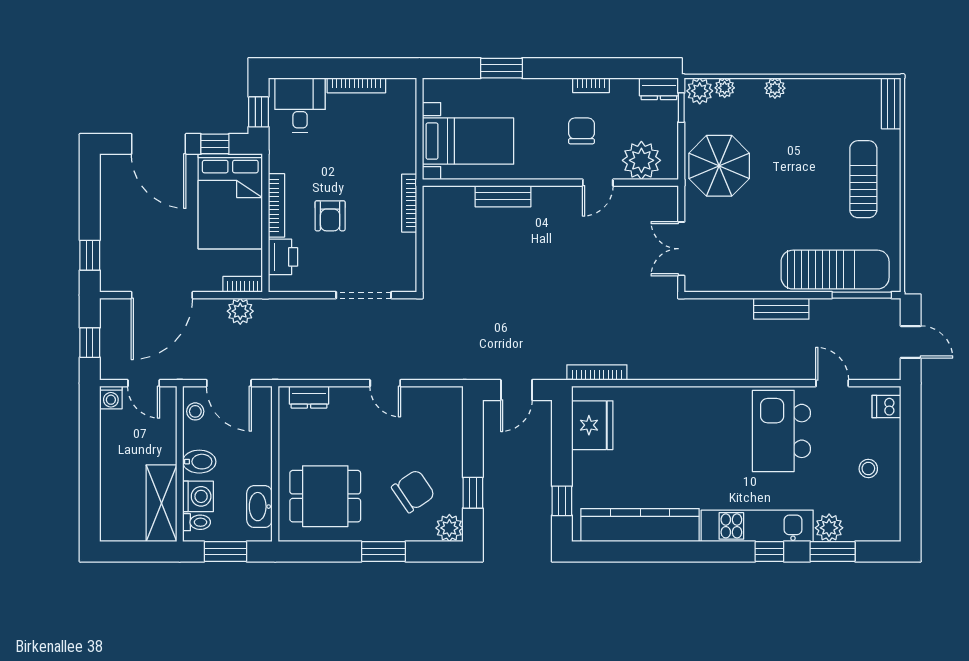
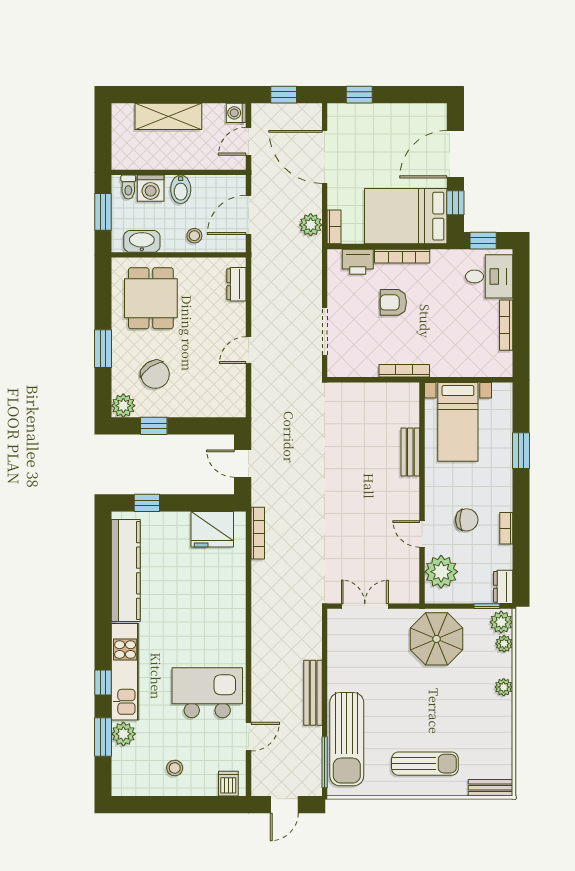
bench: (781, 309) -> (313, 693), width x1.36
stool: (195, 411) -> (194, 236), moved
shelving: (161, 503) -> (168, 116), moved

